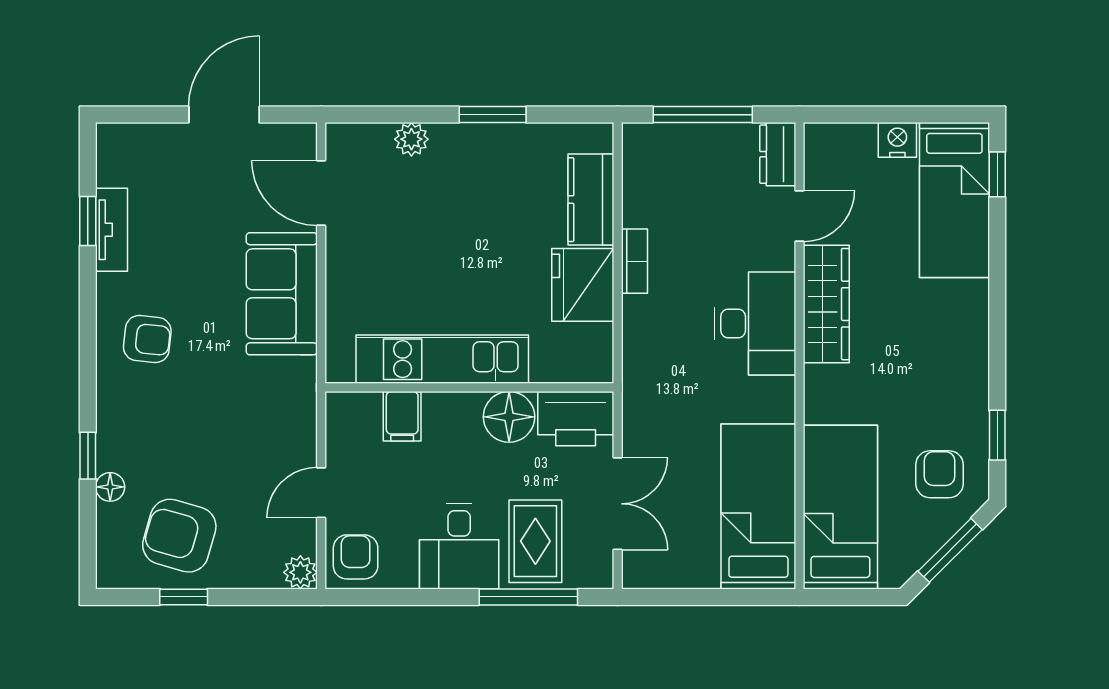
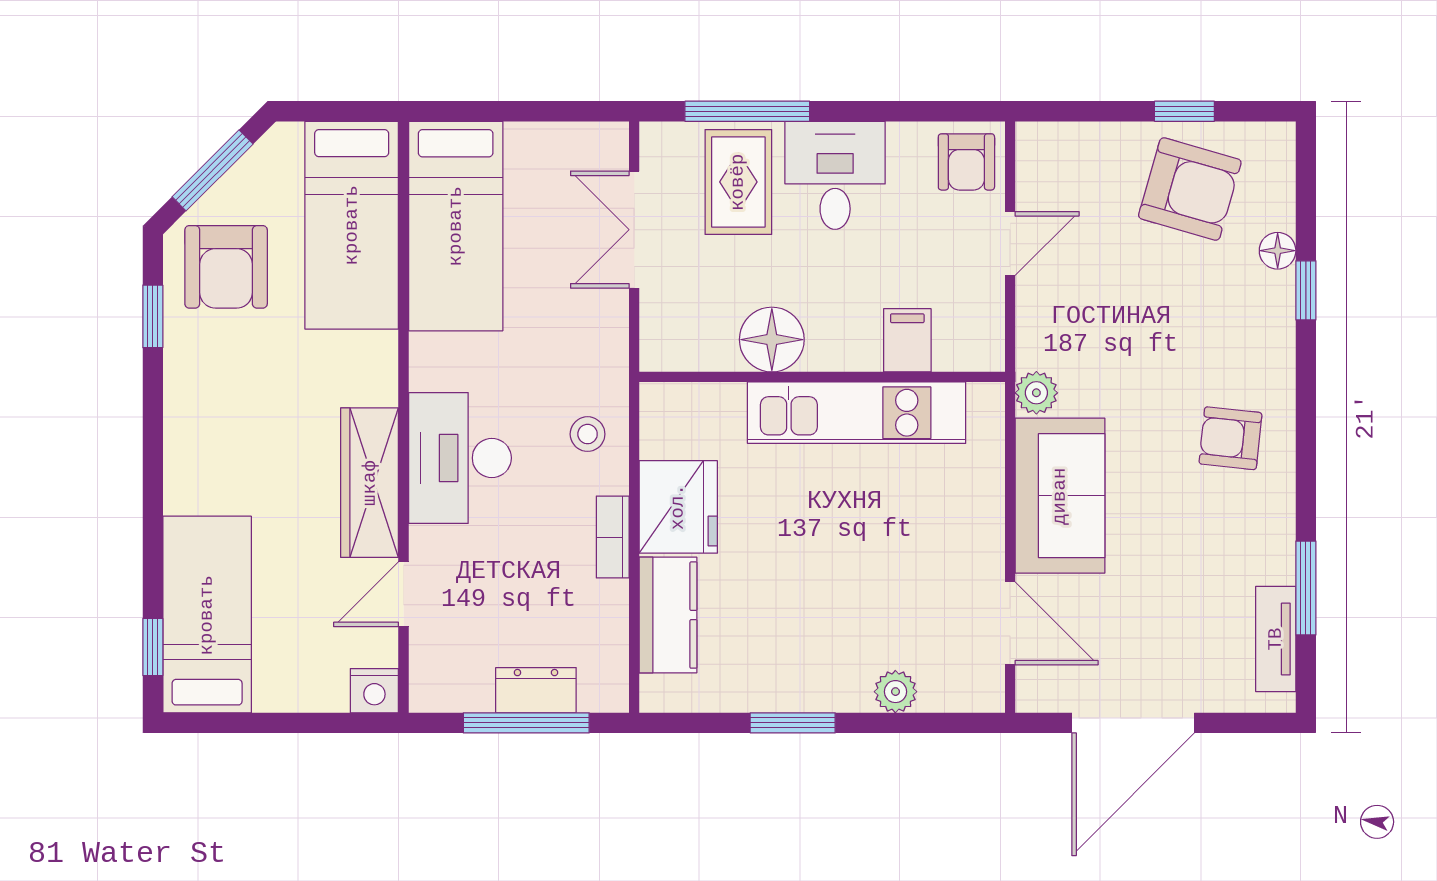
door: (224, 115) -> (1133, 723), width x1.36
nightstand: (897, 140) -> (374, 691), moved
dresser: (778, 154) -> (536, 690), moved, turned -90
window: (88, 221) -> (1306, 588), width x1.50
tv unit: (112, 230) -> (1276, 639), moved
stool: (654, 342) -> (588, 434), added
printer: (576, 419) -> (687, 337), removed
armchair: (940, 474) -> (226, 267), width x1.38, depth x1.38
plant: (300, 572) -> (1036, 393), moved

